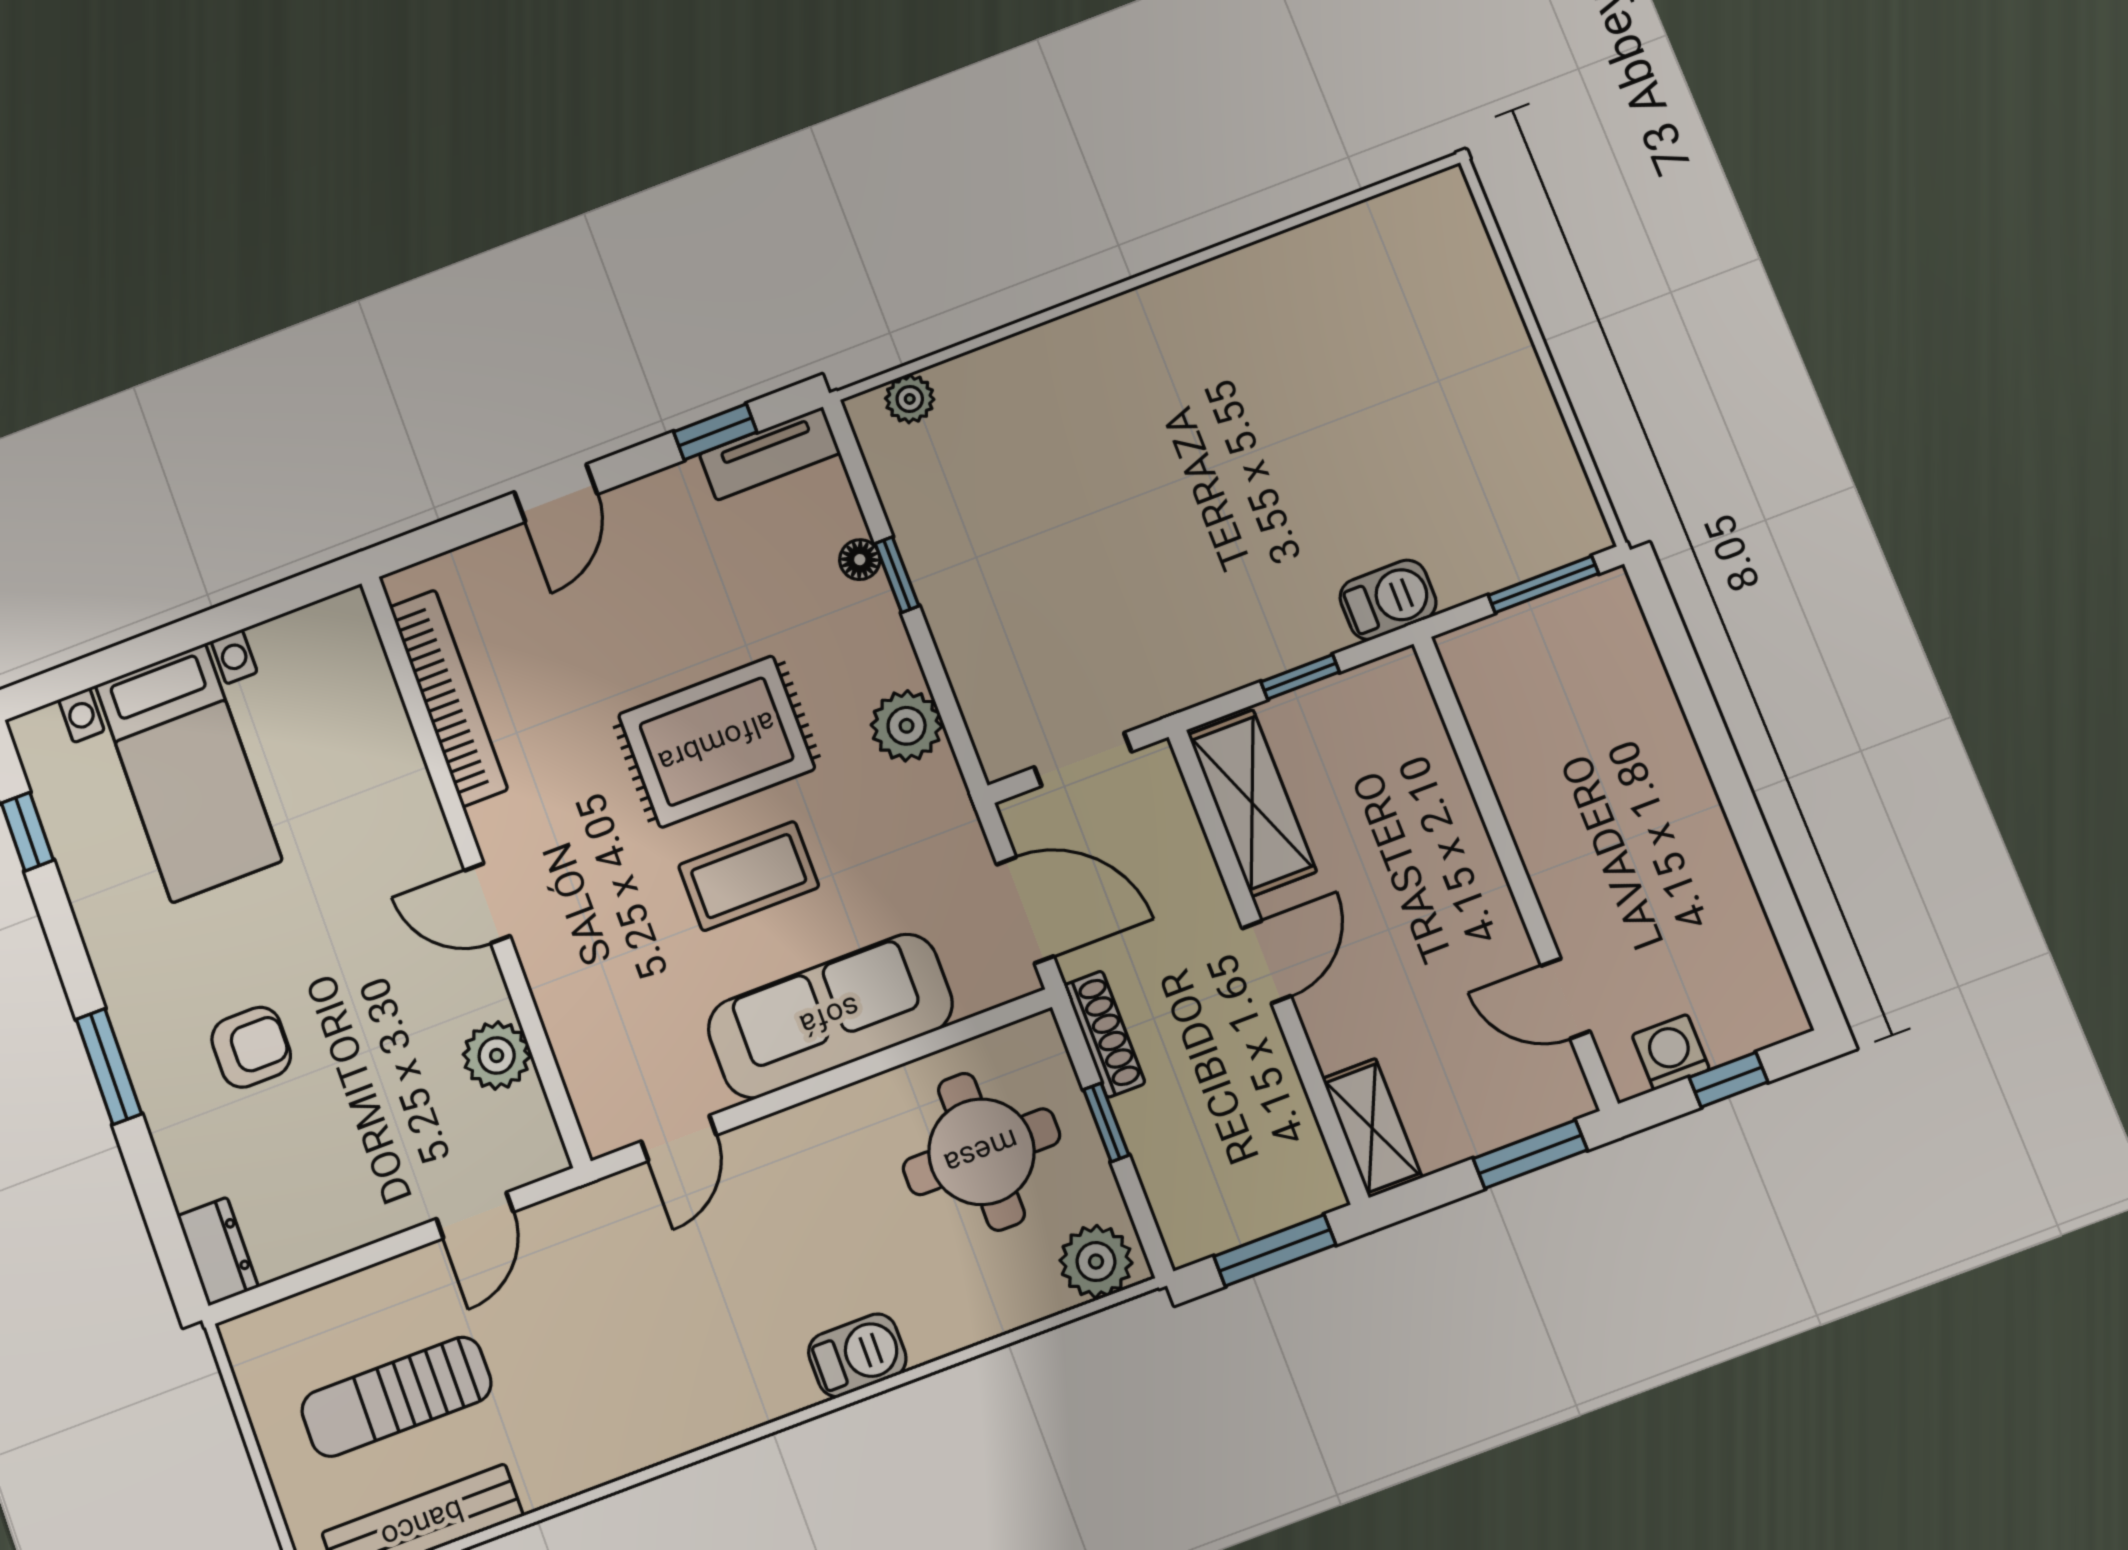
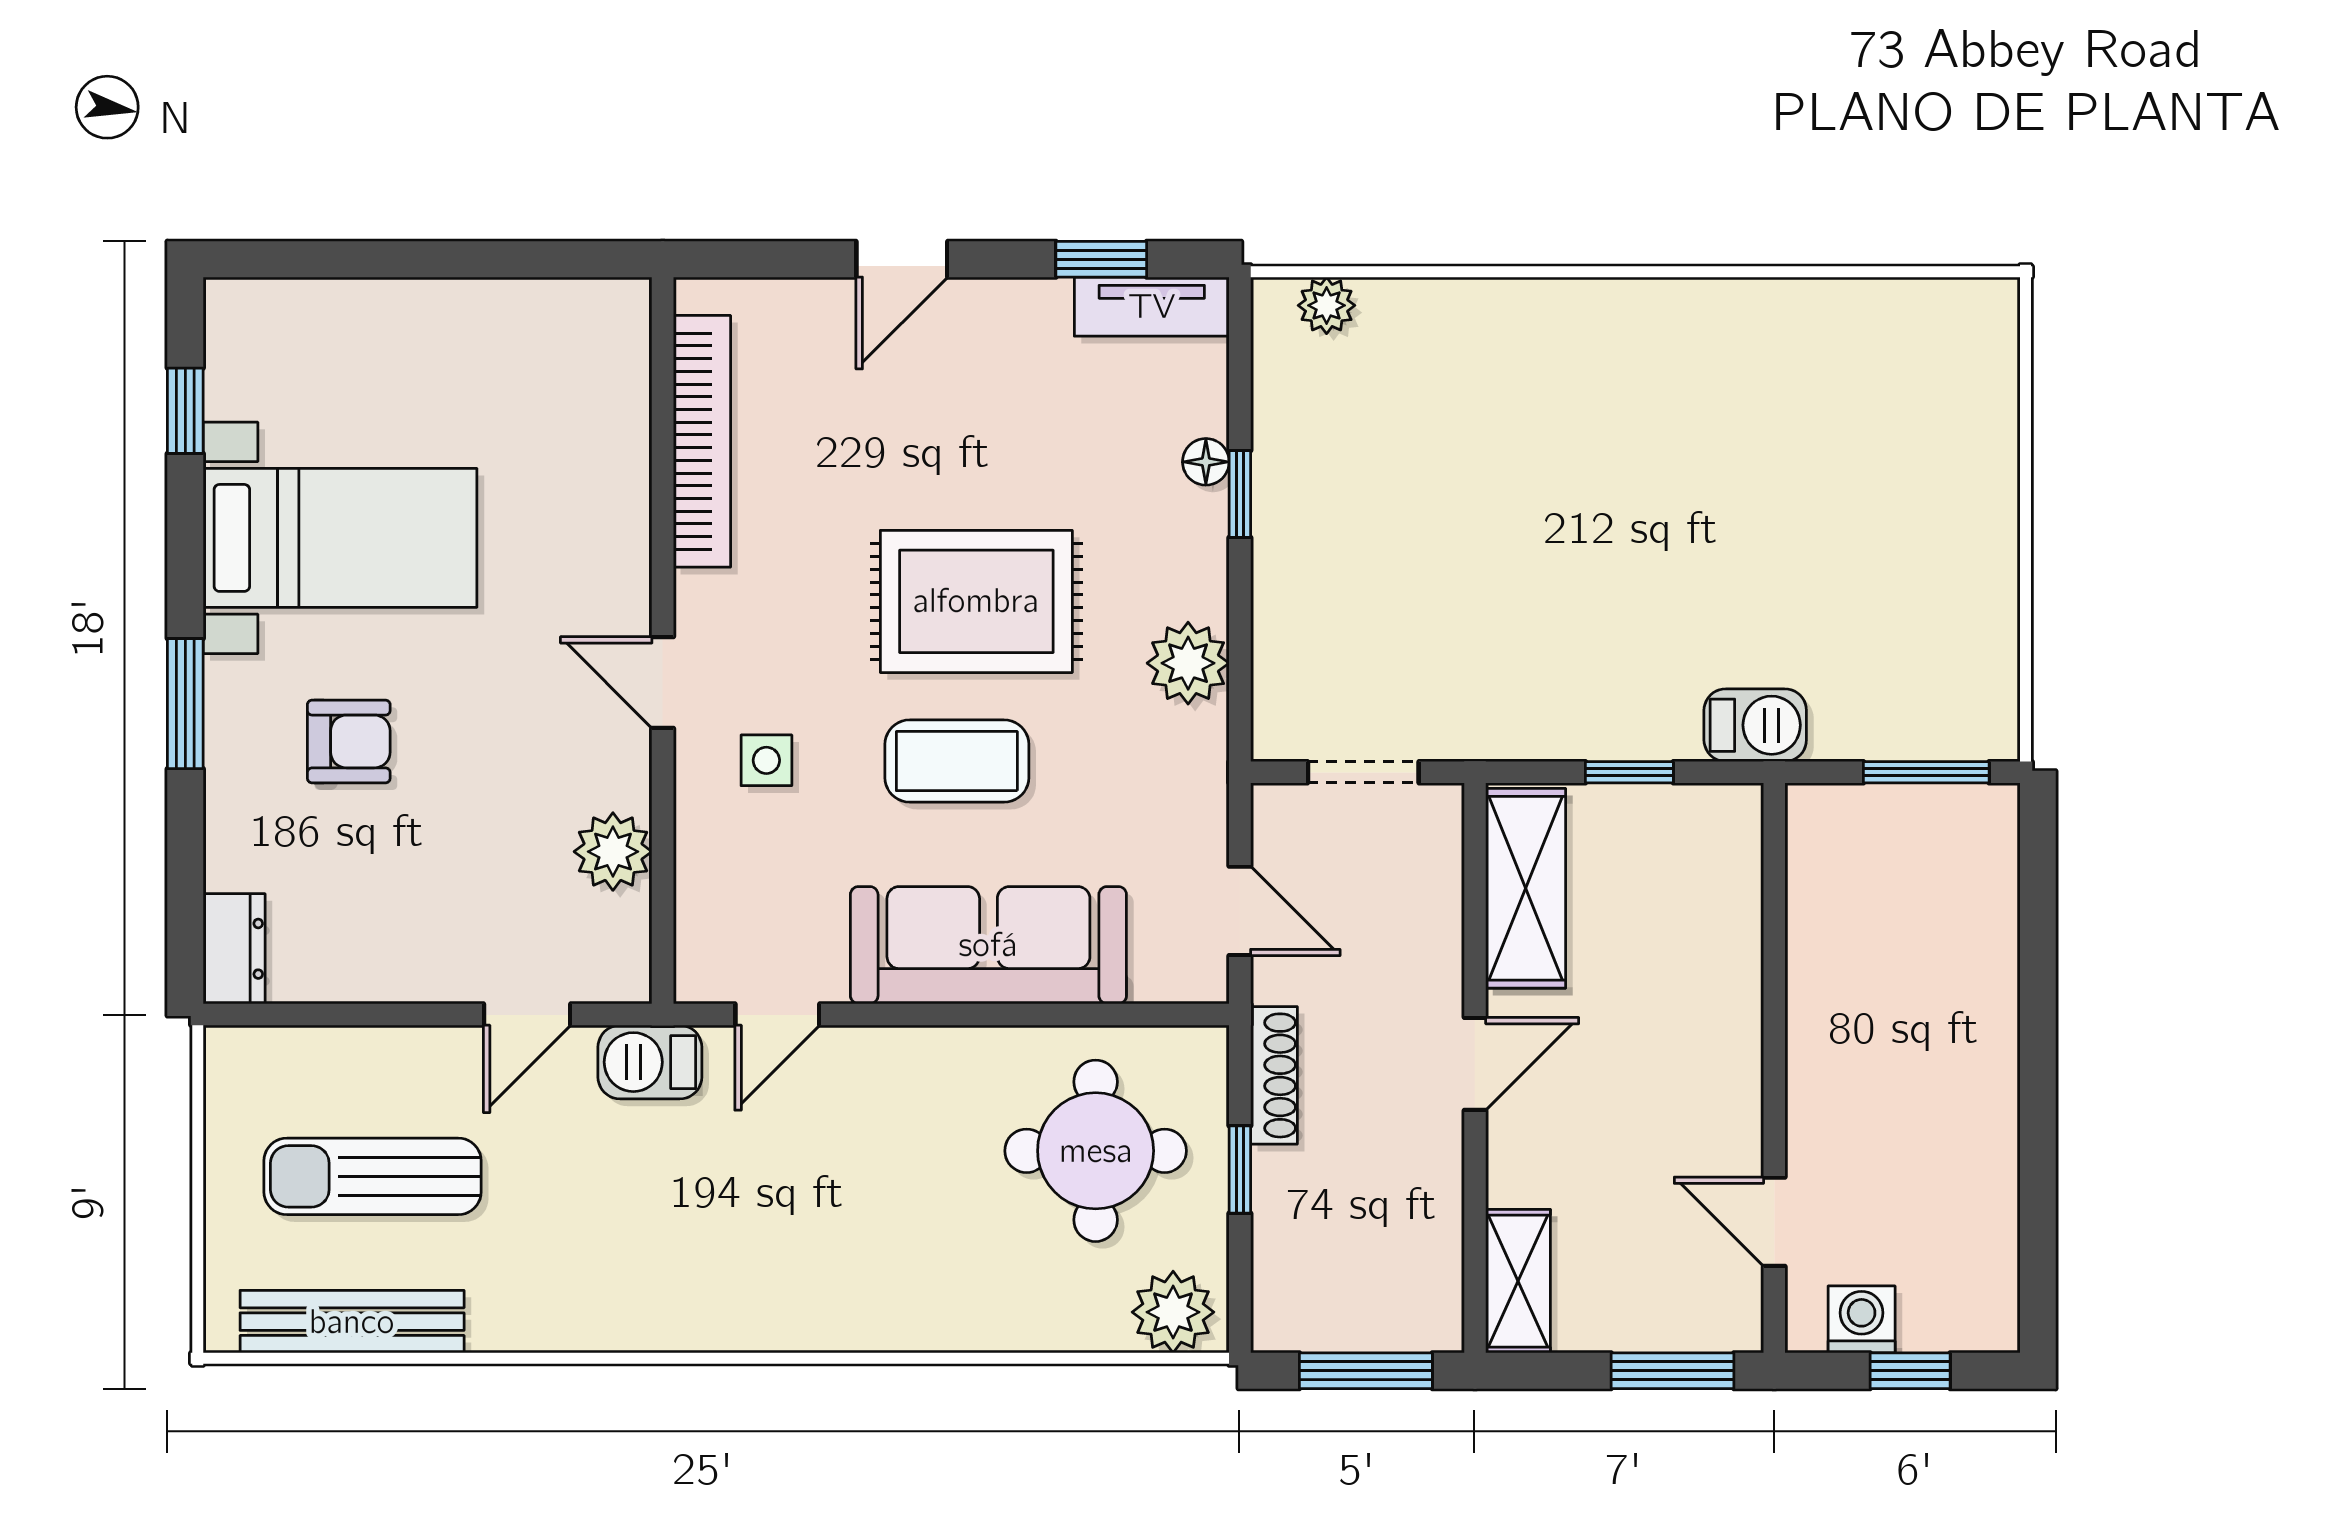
bed with nightstands: (188, 773) -> (340, 538), moved, turned -90
door: (1025, 910) -> (1240, 911), width x0.73
side table: (594, 934) -> (766, 760), added
barbecue: (857, 1355) -> (650, 1062), moved, turned 180

